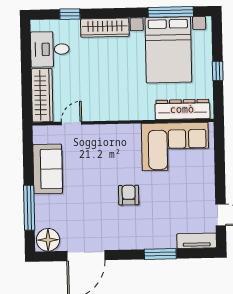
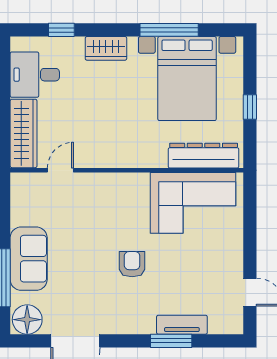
window: (171, 12) -> (169, 30), moved
wardrobe: (105, 28) -> (106, 48), width x0.67
sofa: (48, 169) -> (29, 259), moved
tv unit: (197, 241) -> (182, 325), moved

